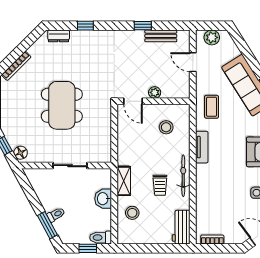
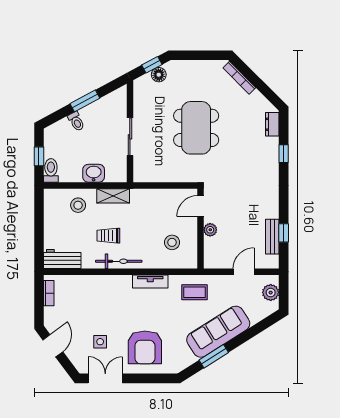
window: (143, 26) -> (284, 233), moved
dining table: (62, 105) -> (196, 128), turned 90
floor lamp: (21, 153) -> (159, 75), moved
window: (47, 225) -> (85, 101), moved

